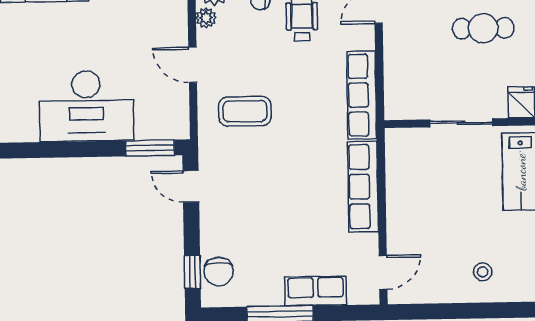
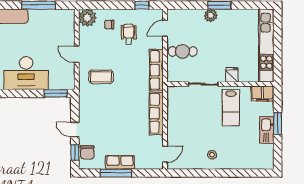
plant: (206, 18) -> (83, 32), removed
cafe table: (483, 28) -> (183, 52), moved
door: (191, 186) -> (75, 130), moved
row of seats: (316, 291) -> (120, 162), moved

